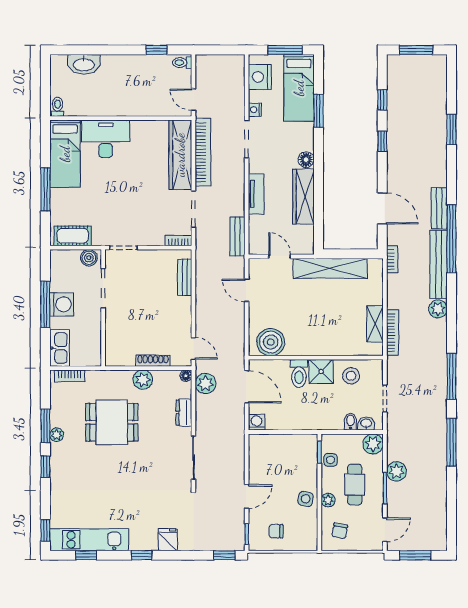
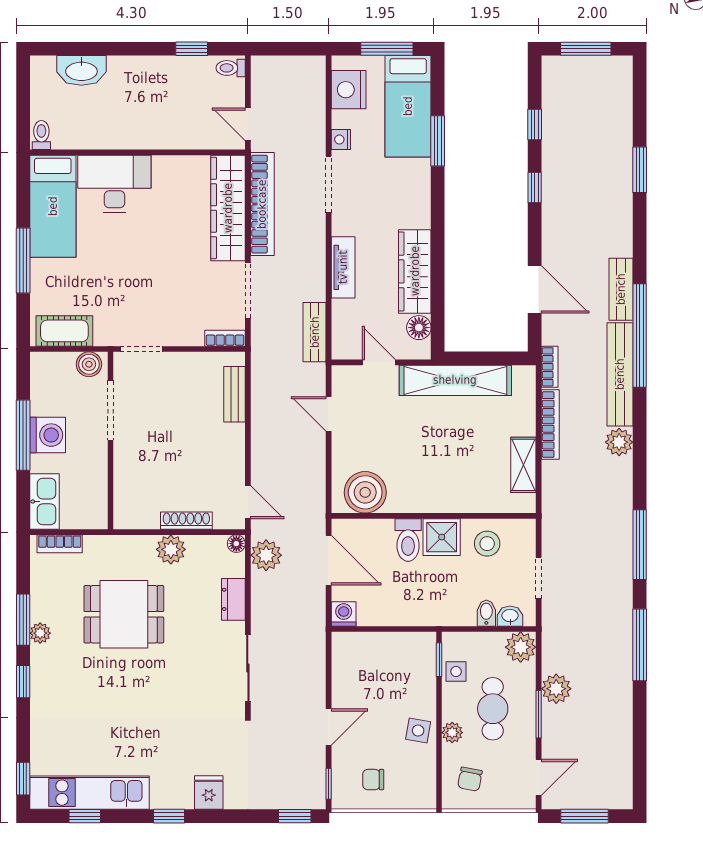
floor lamp: (306, 160) -> (419, 328), moved
bookcase: (393, 332) -> (550, 425), moved

